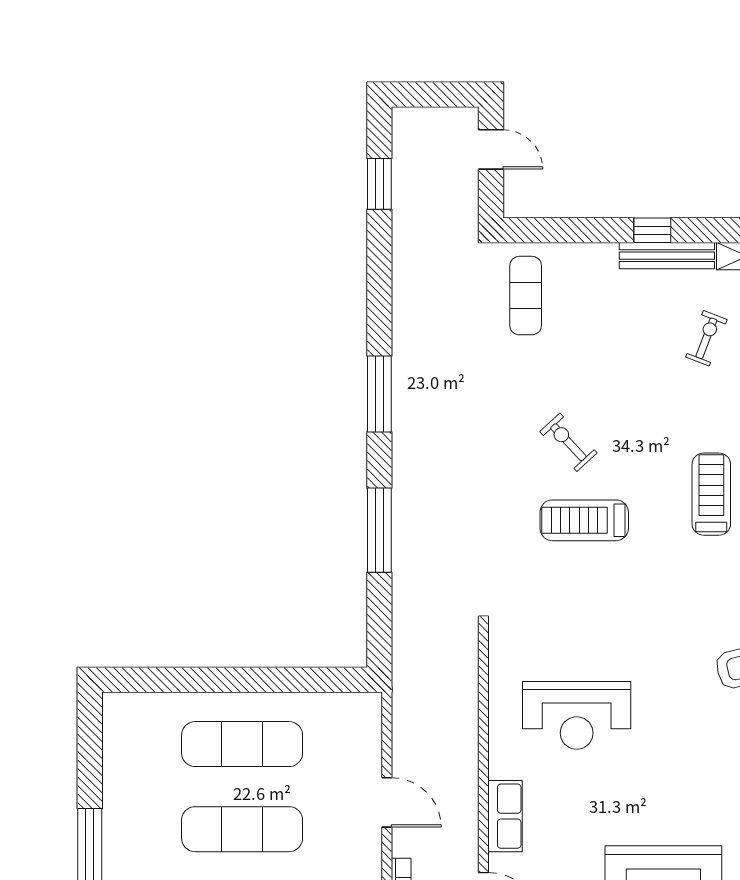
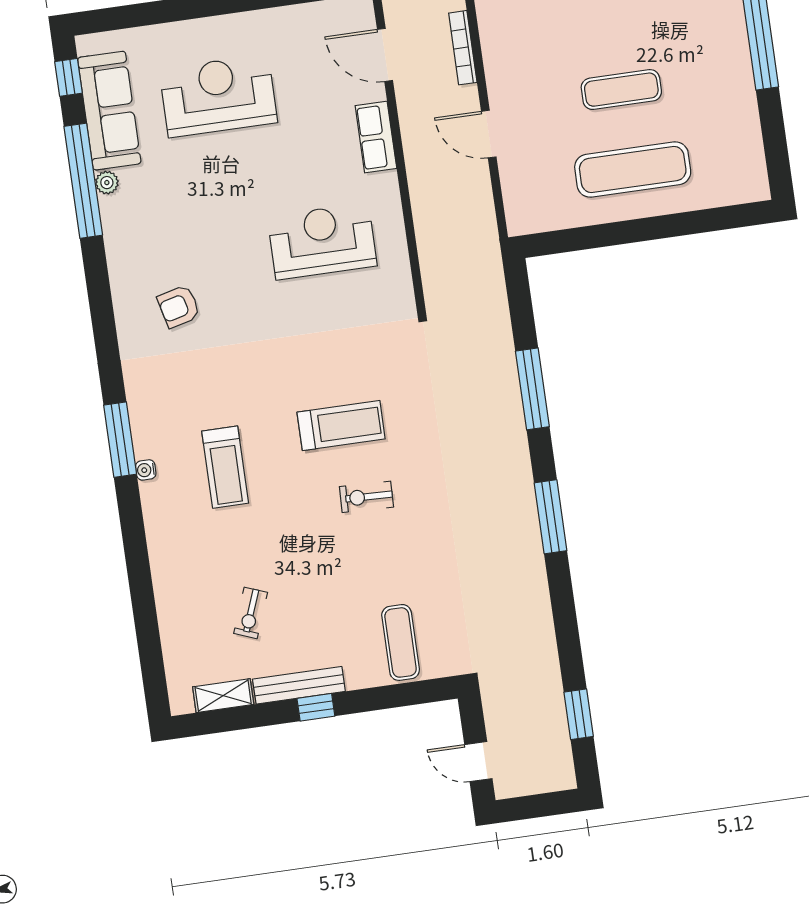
exercise mat: (526, 296) -> (401, 642), moved
exercise bike: (568, 442) -> (366, 497), turned 135
exercise mat: (242, 829) -> (621, 90), width x0.73, depth x0.69

